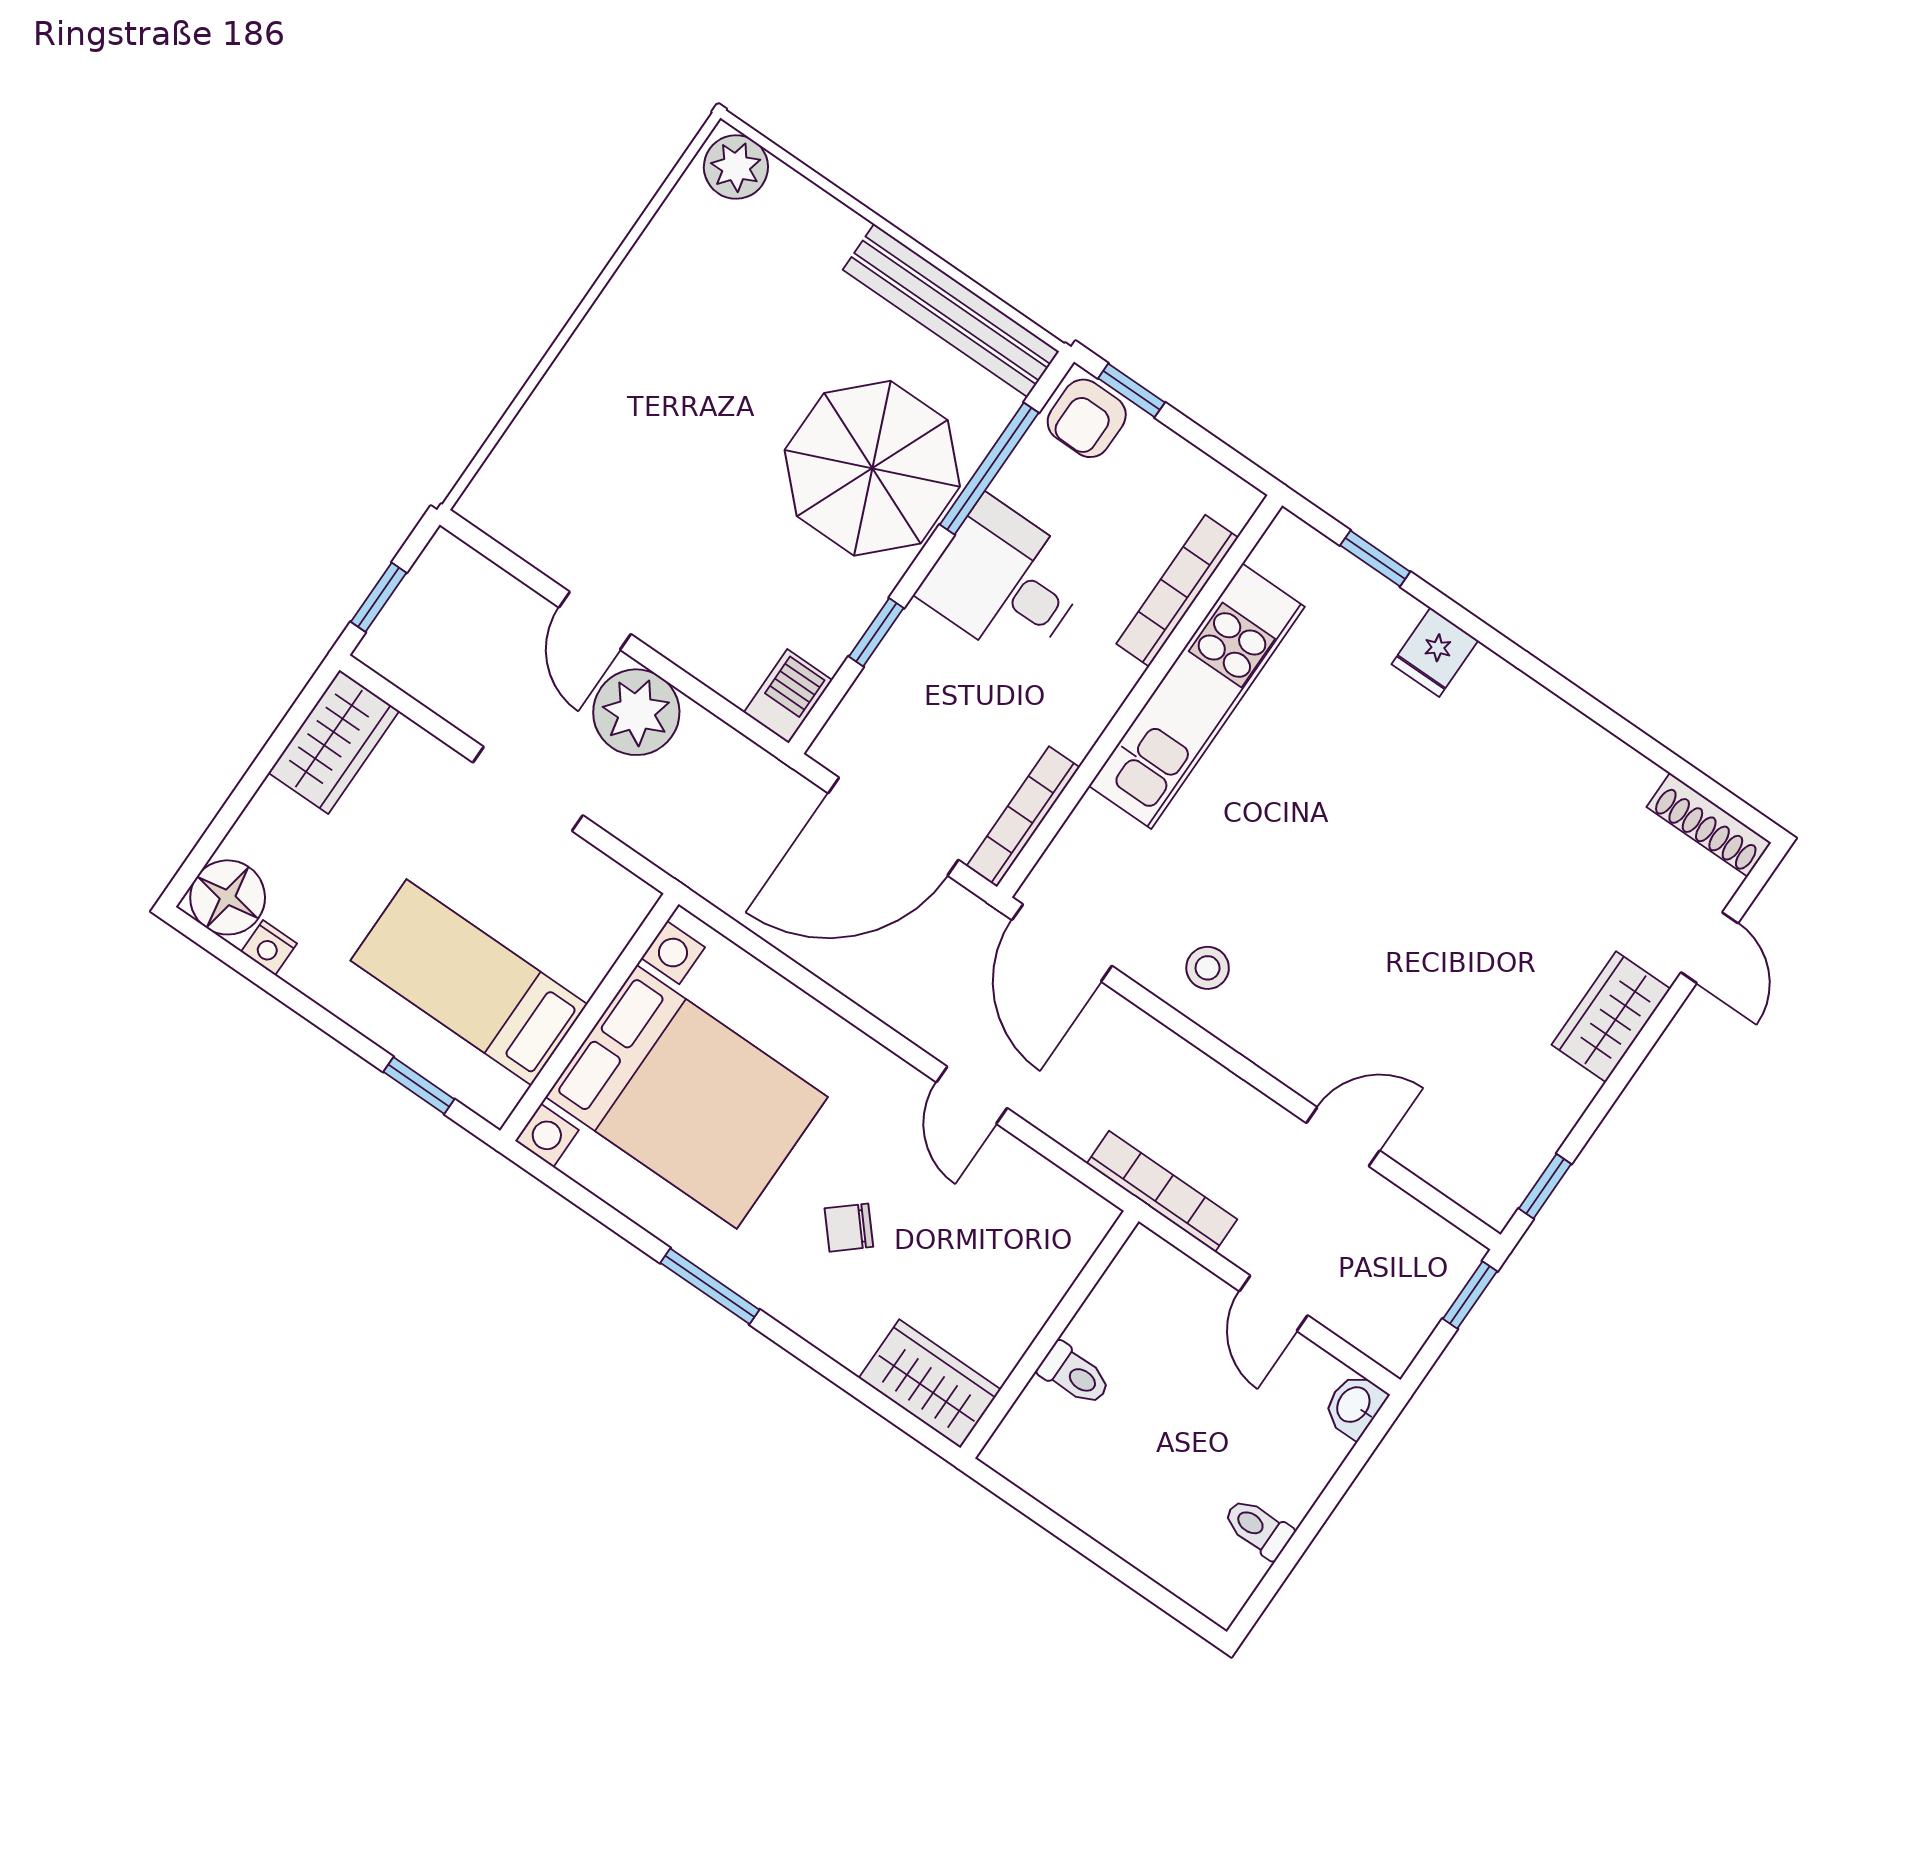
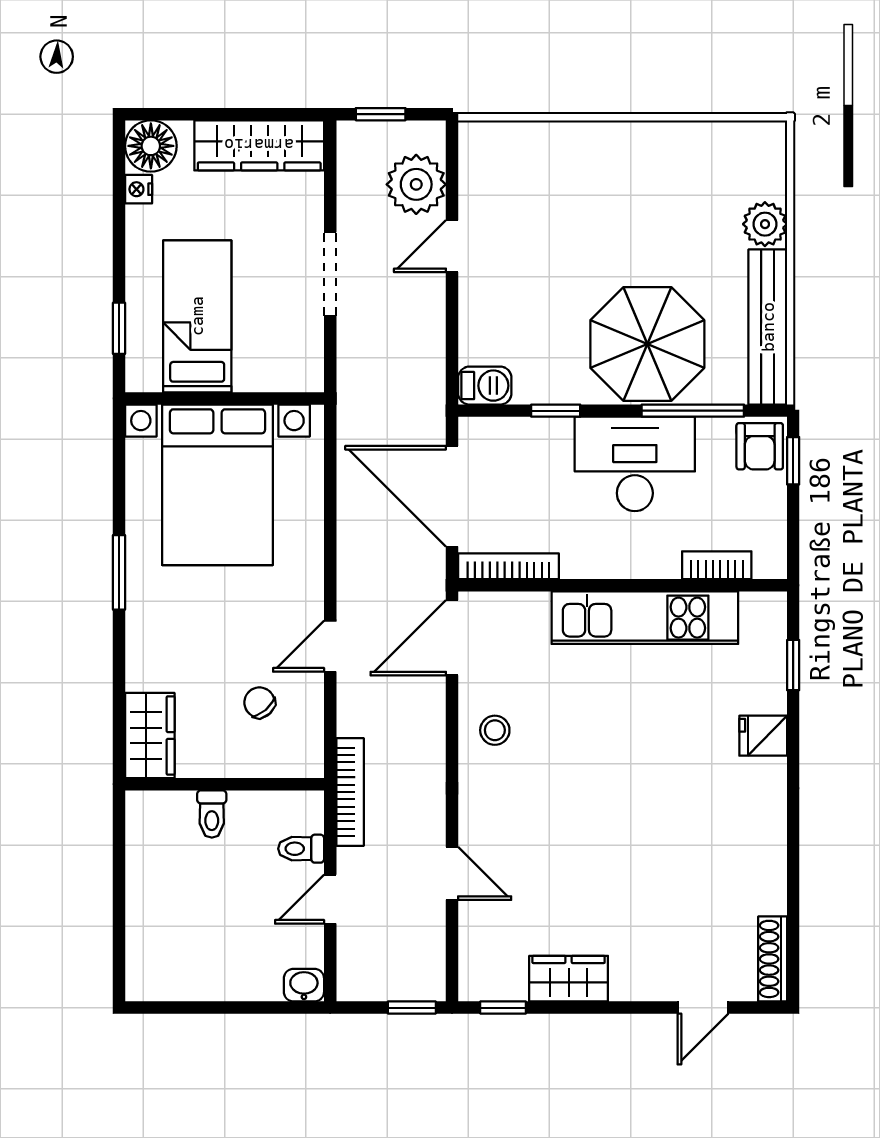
plant: (736, 167) -> (765, 224), moved
armchair: (1087, 418) -> (760, 446), turned -90
desk: (1005, 582) -> (635, 464), width x1.37
bookcase: (1177, 591) -> (717, 565), width x0.64
plant: (636, 712) -> (416, 184), moved
wardrobe: (334, 742) -> (259, 145), width x1.50
wardrobe: (1611, 1017) -> (569, 979), moved
chair: (849, 1228) -> (260, 703), moved
toilet: (1258, 1528) -> (301, 849), moved, turned -90

